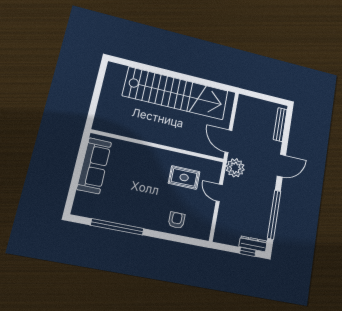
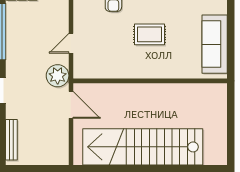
rug: (184, 177) -> (150, 34), moved
door: (219, 193) -> (71, 43), swing flipped

